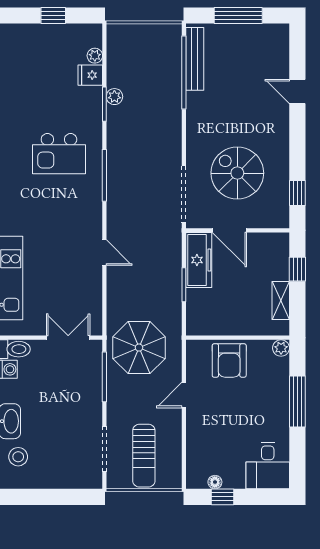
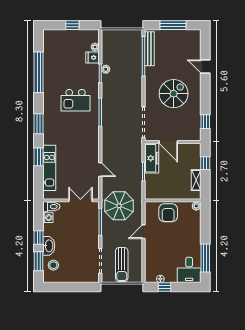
spiral stairs: (237, 173) -> (174, 94), moved, turned 90
door: (104, 253) -> (100, 170), moved
window: (297, 402) -> (205, 258), moved

